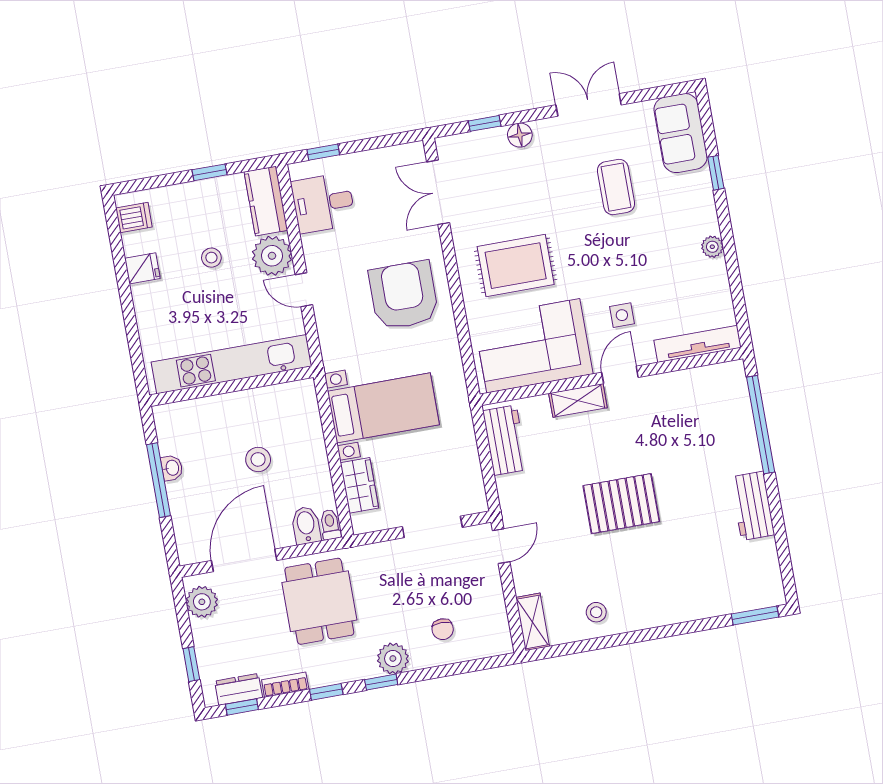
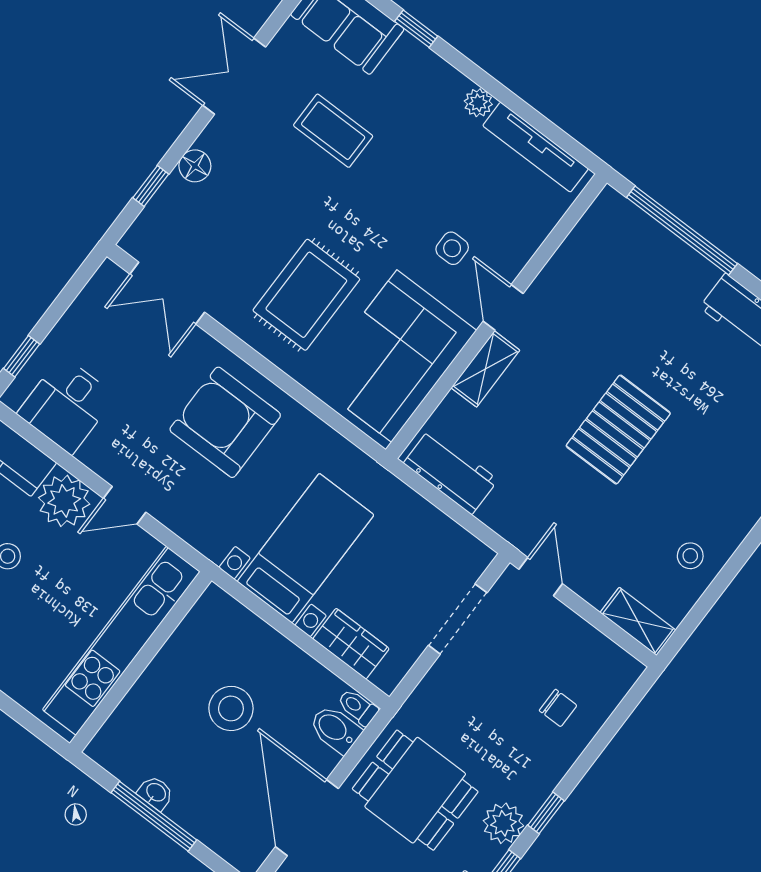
tv unit: (698, 344) -> (536, 147), moved, turned -90
stool: (258, 459) -> (231, 708), width x1.38, depth x1.38
plant: (393, 658) -> (503, 823), moved

